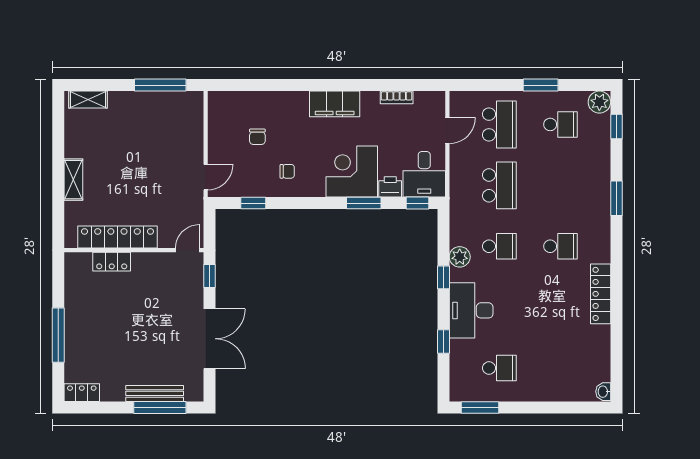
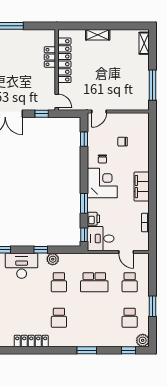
school desk: (499, 124) -> (130, 282), width x0.54
corner desk: (352, 172) -> (102, 183), moved
door: (206, 177) -> (99, 112), hinge flipped

